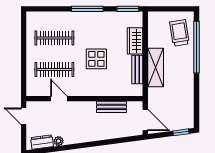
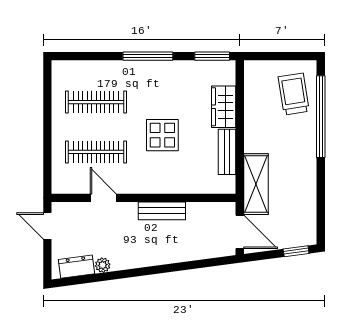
shelving: (156, 67) -> (256, 184), moved
bench: (111, 107) -> (162, 211), moved

